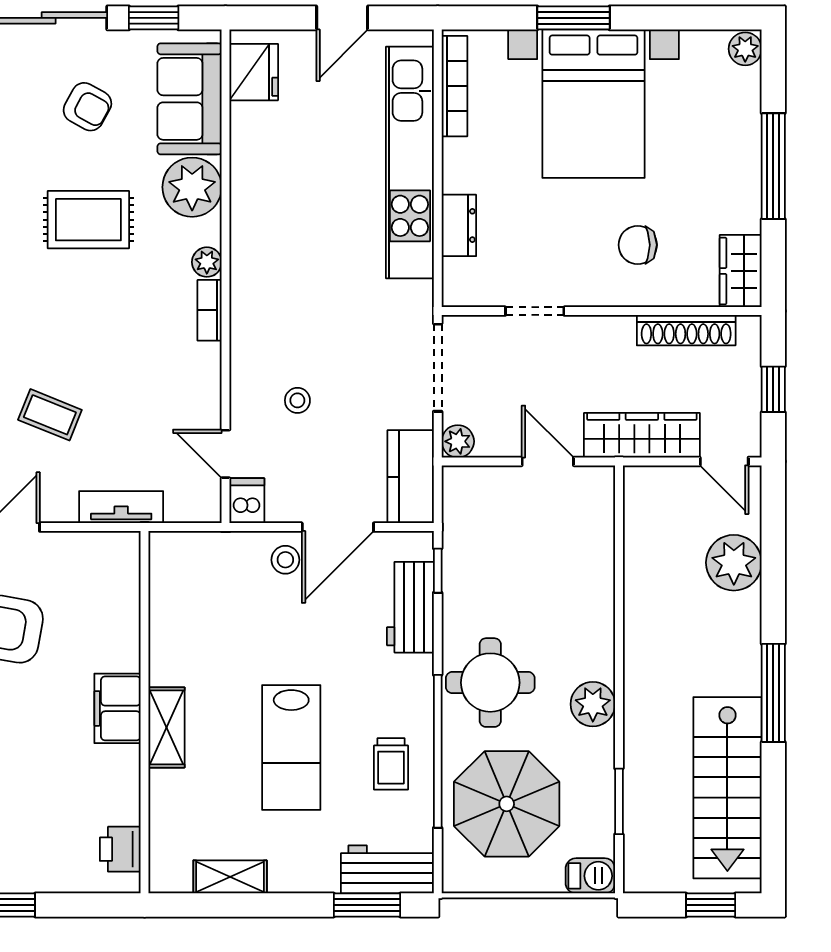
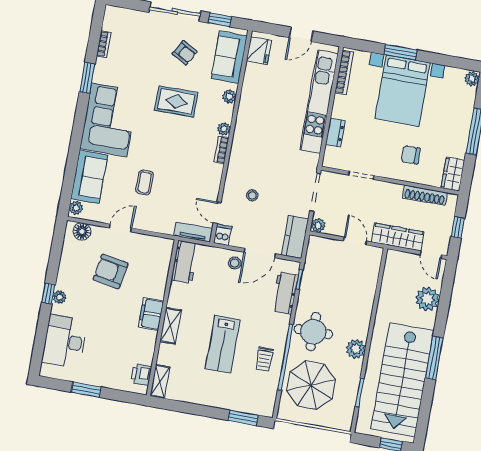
plant: (192, 187) -> (229, 97), width x0.53, depth x0.53
coffee table: (50, 415) -> (145, 182), turned 68
tv unit: (121, 507) -> (193, 232), moved
stairs: (727, 788) -> (402, 380), width x1.36, depth x1.51
workbench: (387, 869) -> (185, 262), moved, turned 90
barbecue: (590, 876) -> (341, 423), removed
shelving: (230, 877) -> (160, 381), moved, turned 90

